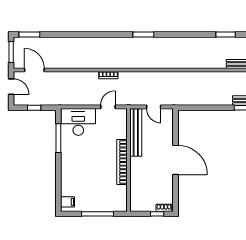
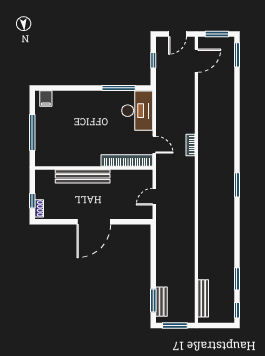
bench: (136, 133) -> (83, 176), moved
bookcase: (122, 162) -> (127, 161), moved

